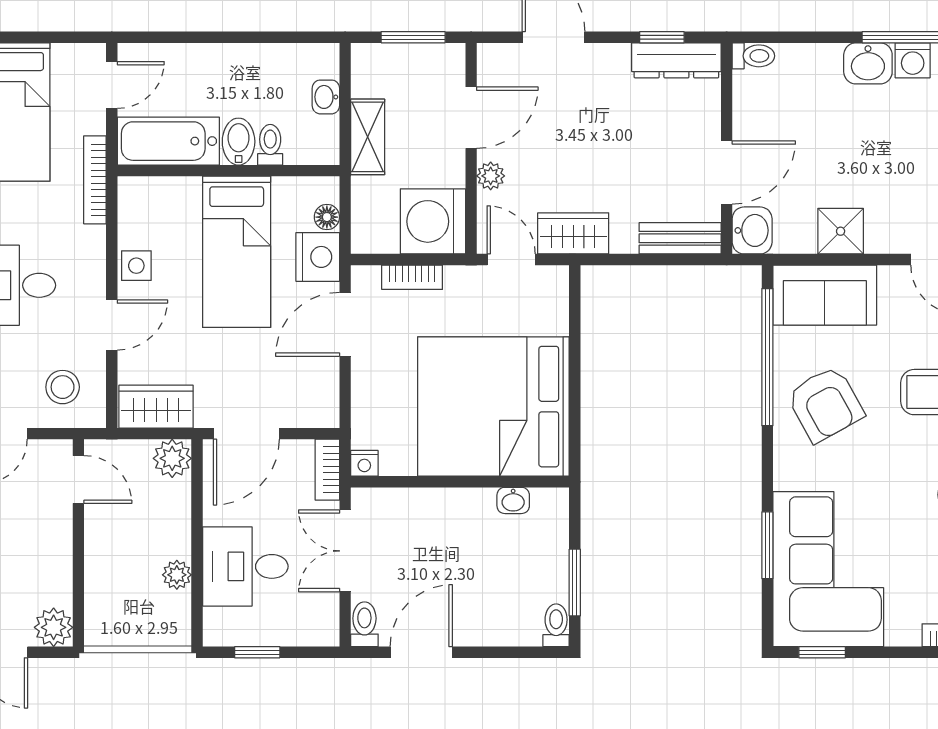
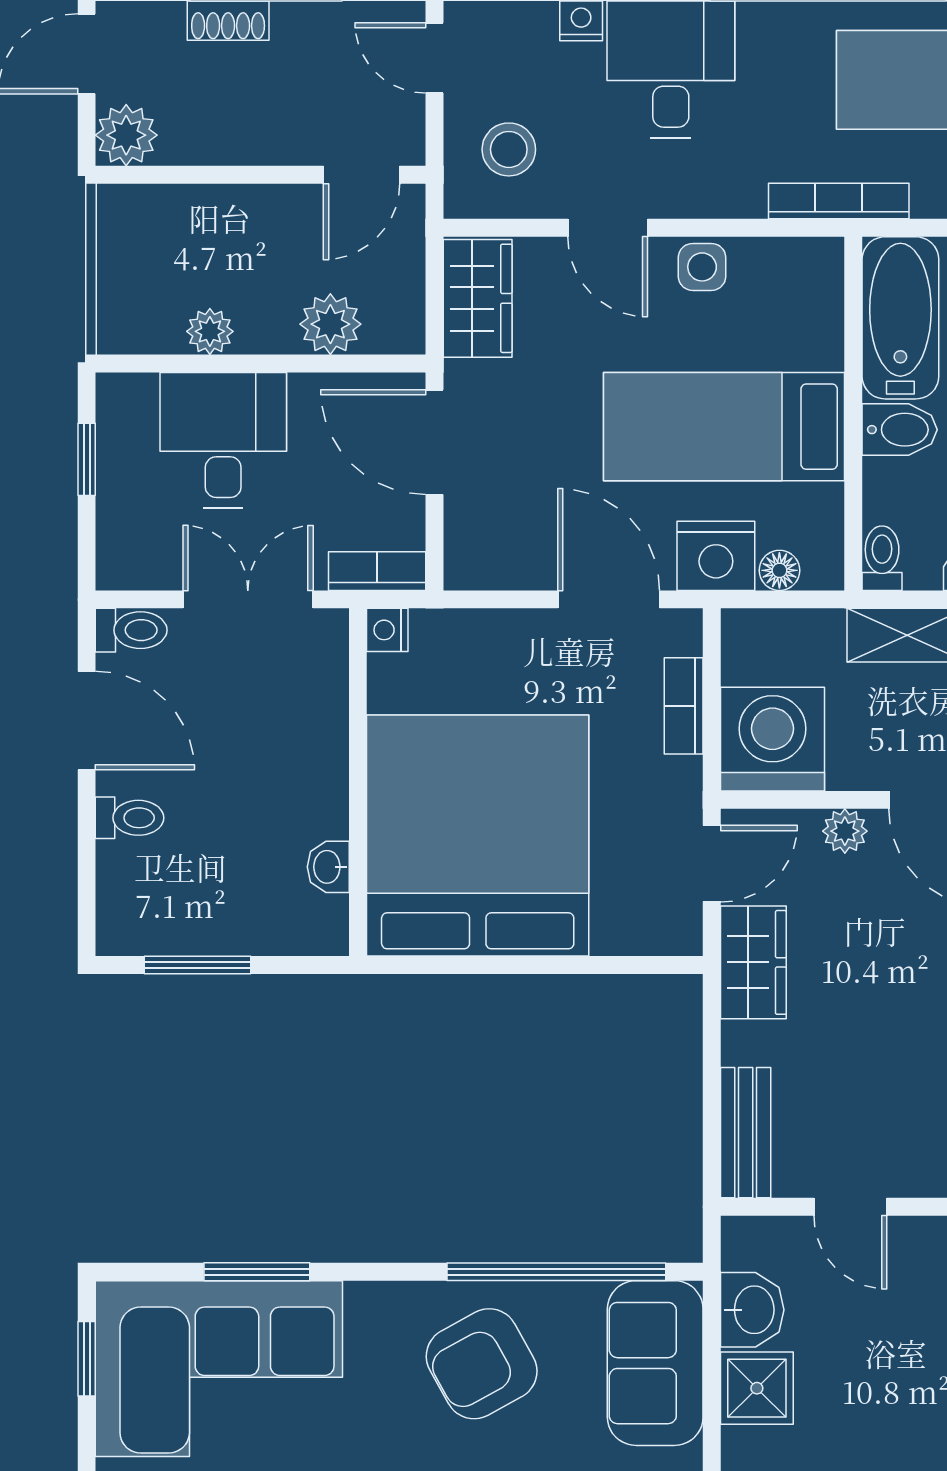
toilet: (270, 145) -> (882, 558), moved, turned -90
door: (727, 172) -> (850, 1207), width x0.73
washbasin: (752, 230) -> (752, 1310), moved, turned -90
plant: (172, 458) -> (330, 324), moved
toilet: (556, 625) -> (130, 818), moved

